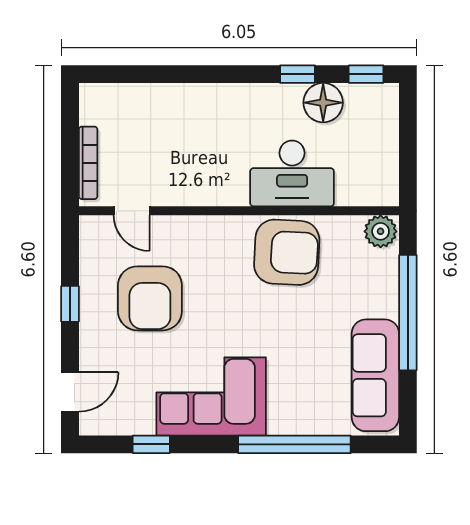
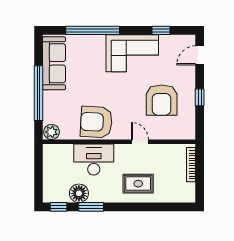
window: (298, 74) -> (91, 207), width x1.50
rug: (199, 123) -> (138, 184), added
door: (132, 211) -> (140, 142), moved
armchair: (150, 298) -> (162, 100), turned 180

